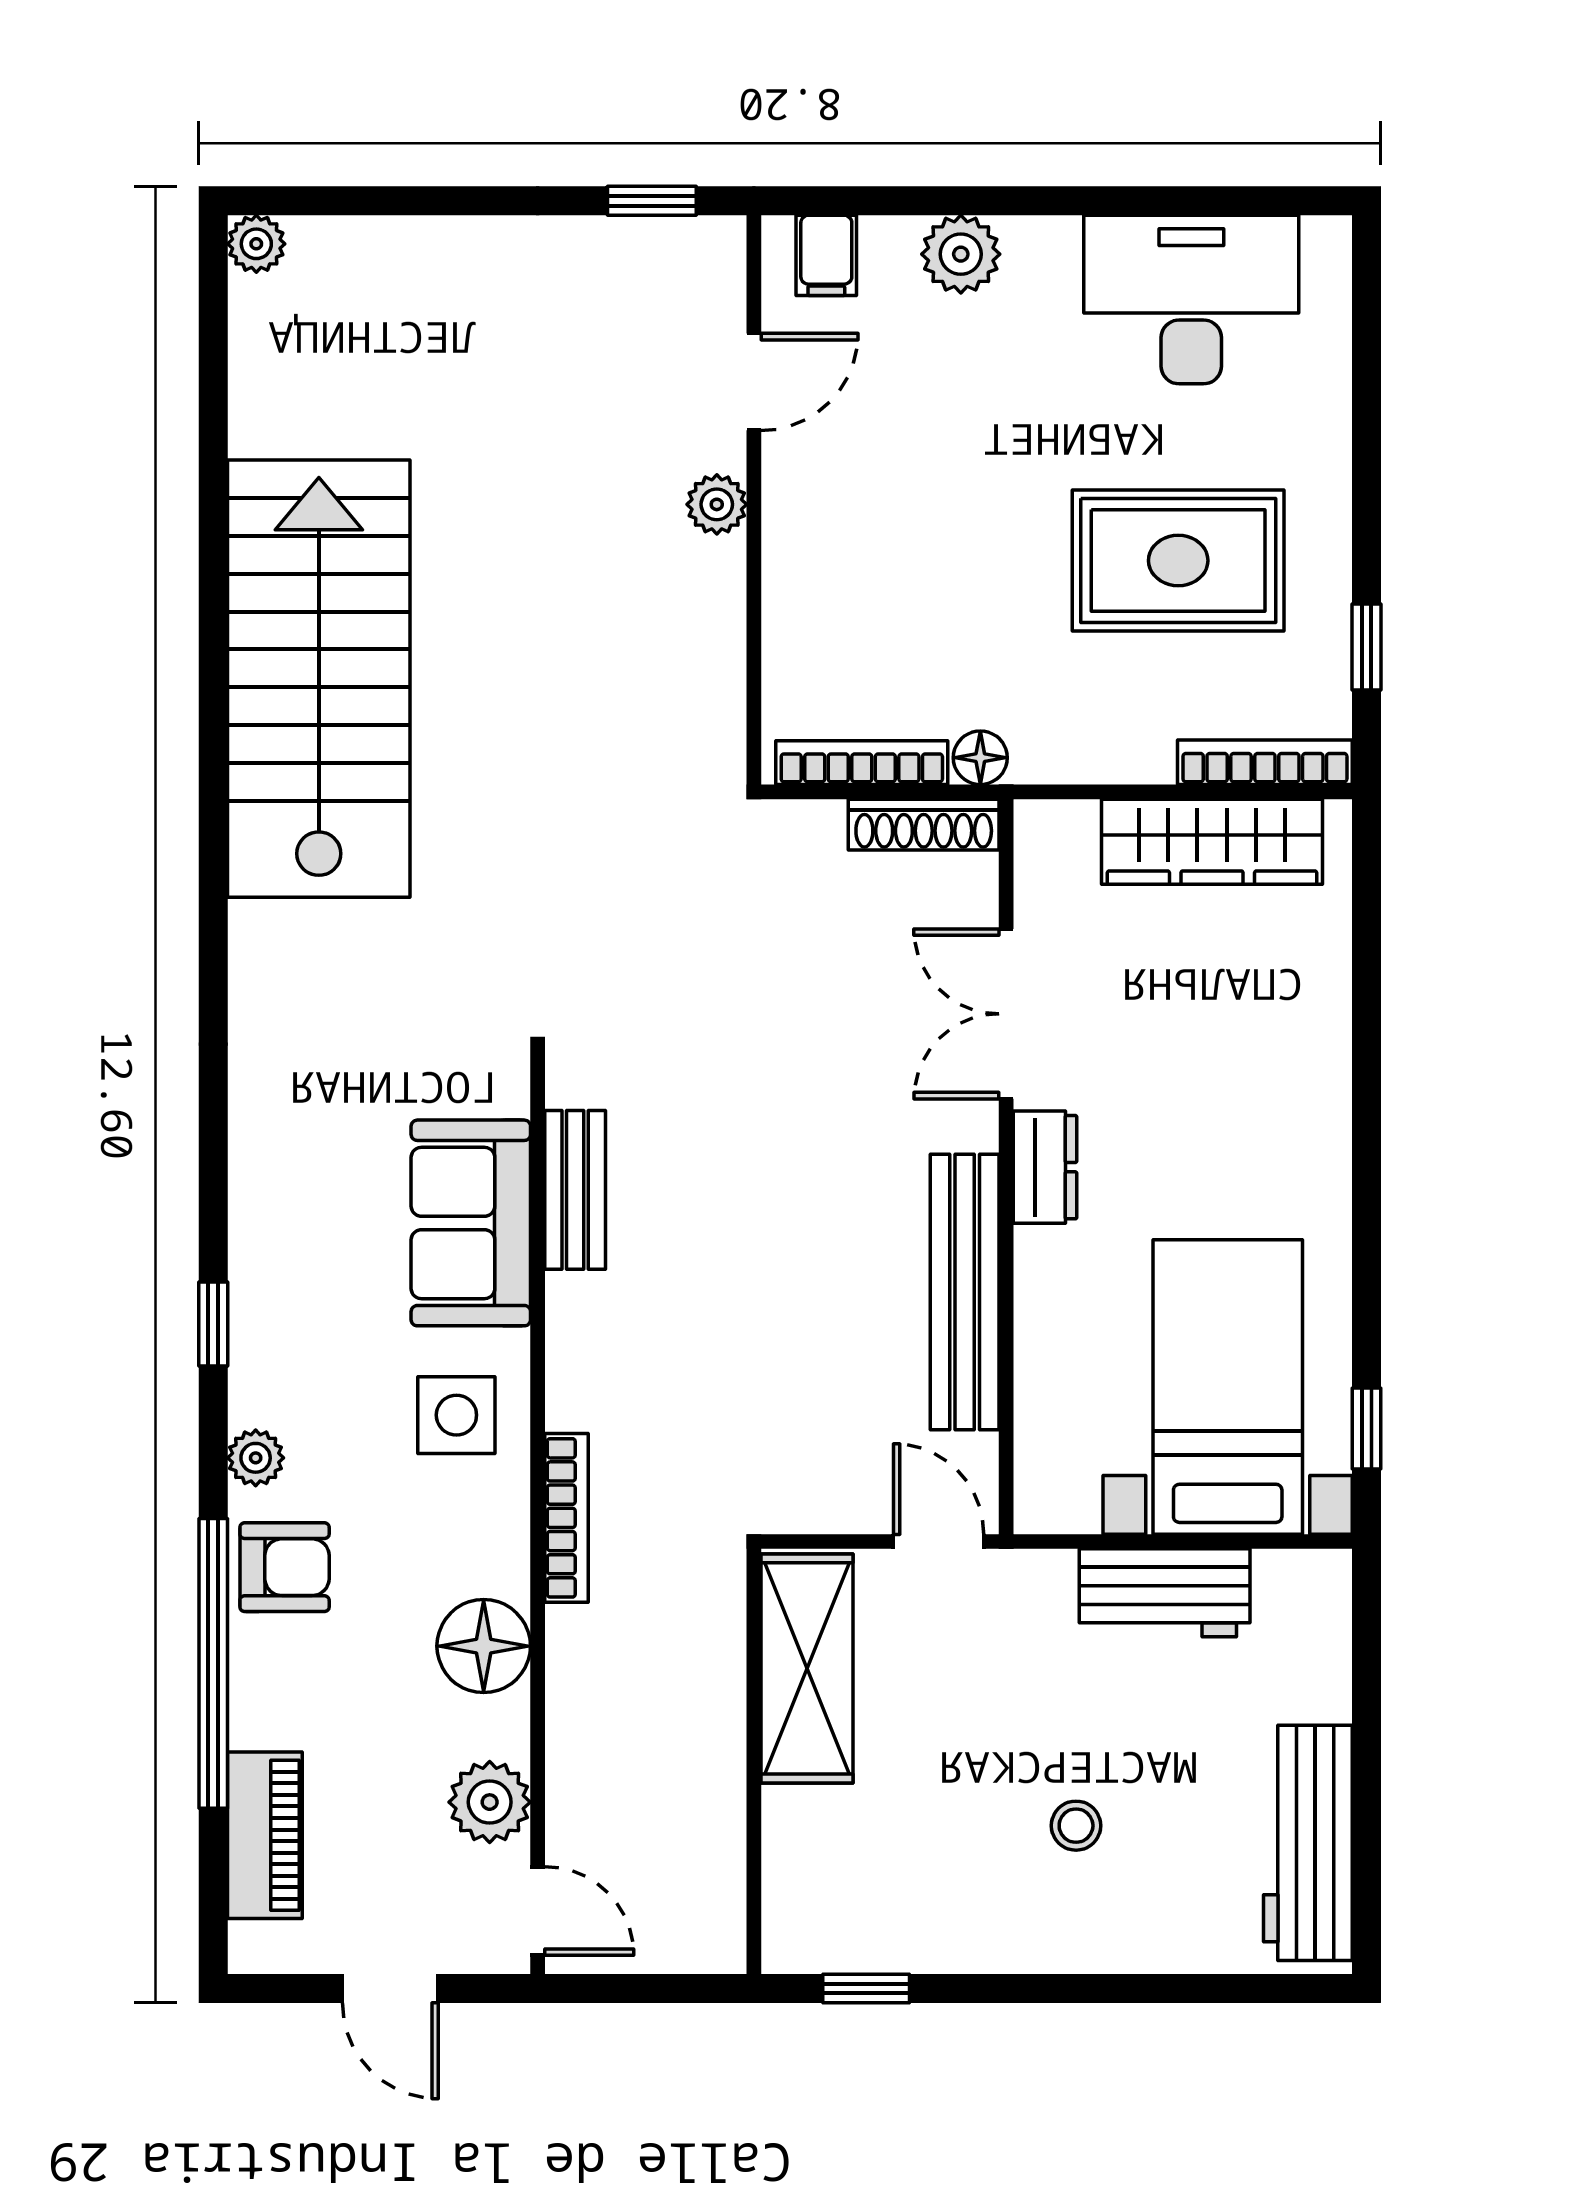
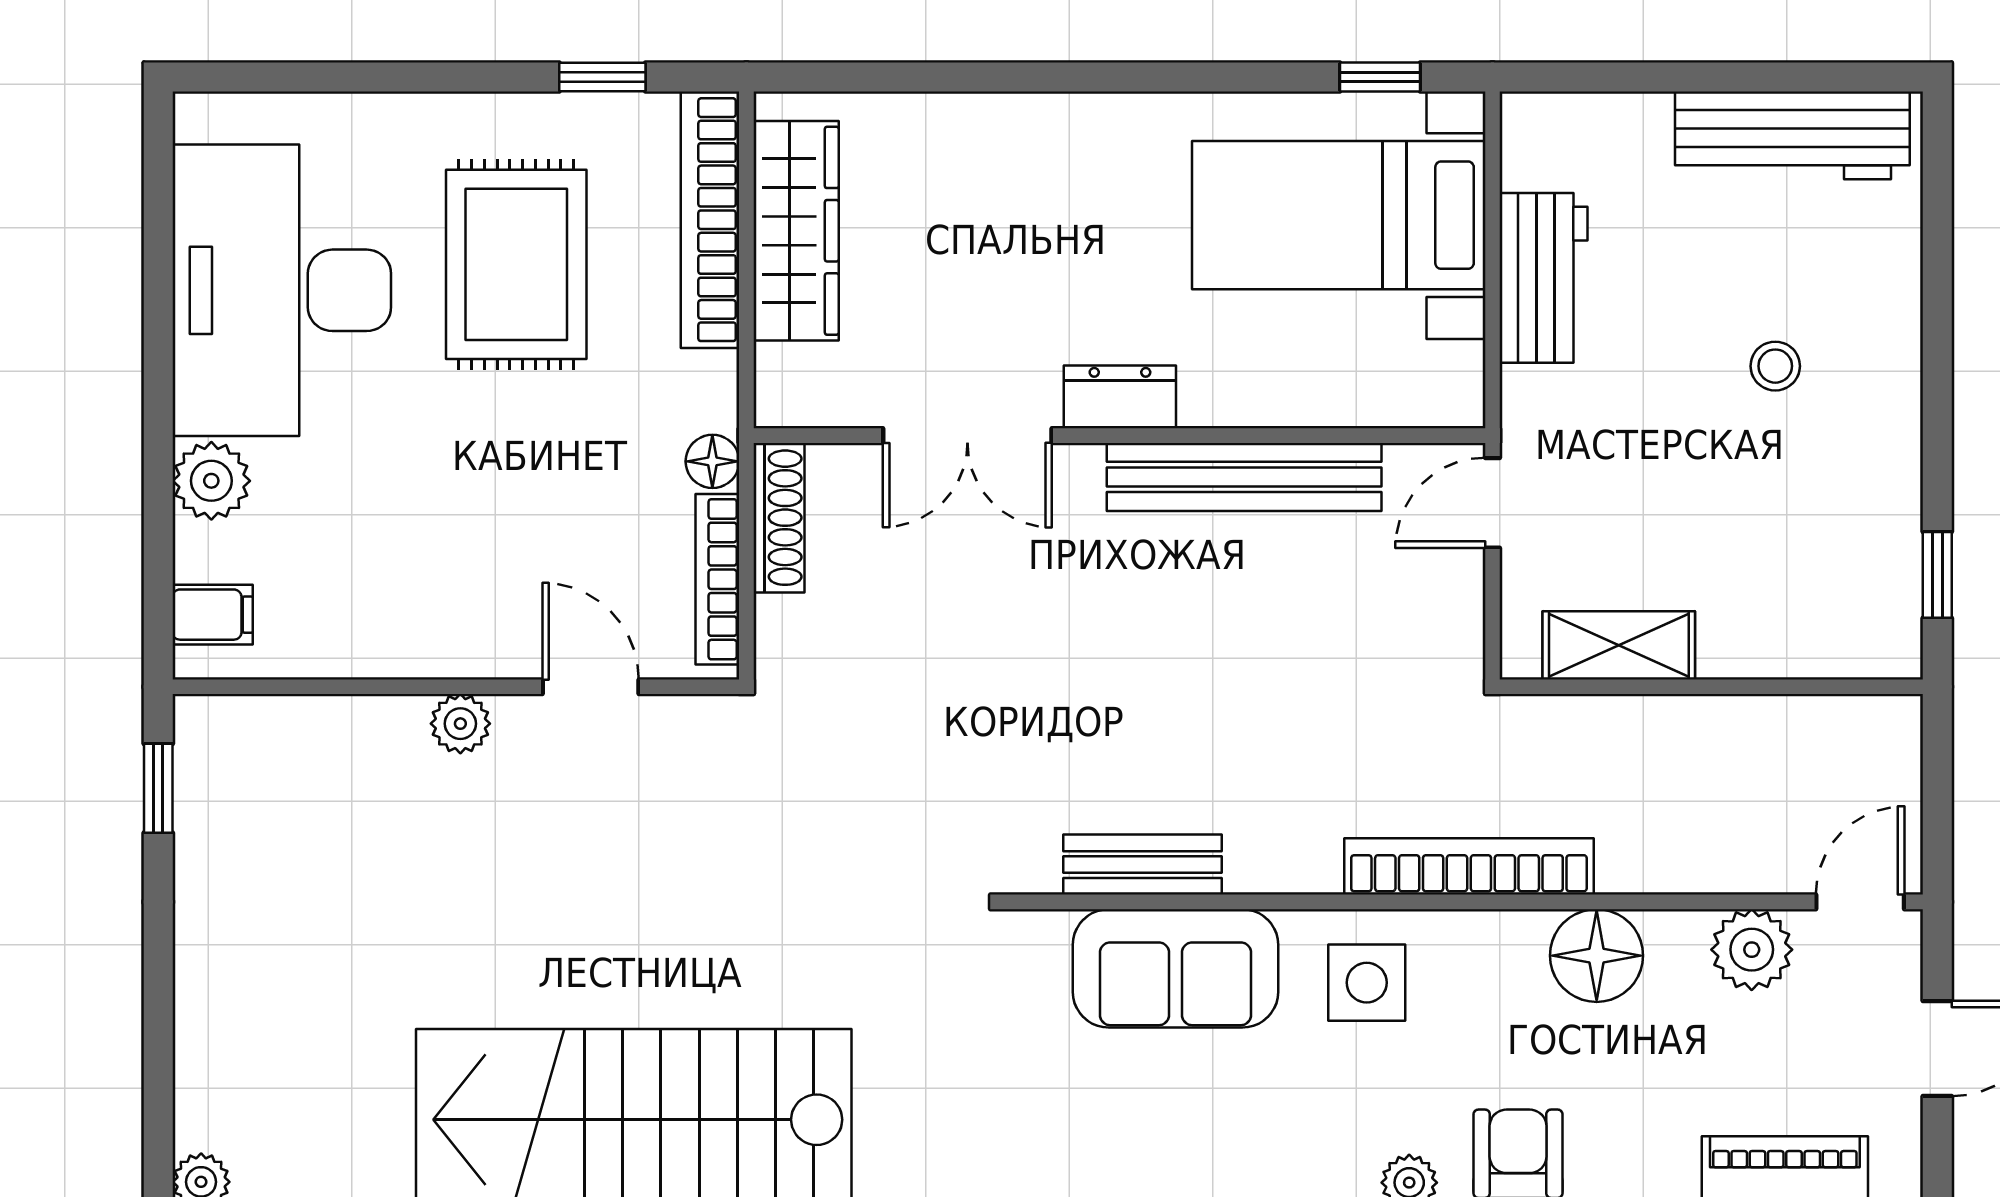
desk: (1191, 300) -> (282, 290), width x1.36, depth x1.30
door: (754, 382) -> (591, 687), moved
bookcase: (1265, 762) -> (710, 220), width x1.48, depth x1.31
bookcase: (566, 1518) -> (1469, 866), width x1.48, depth x1.31
shelving: (807, 1668) -> (1619, 645), width x0.67, depth x0.75

